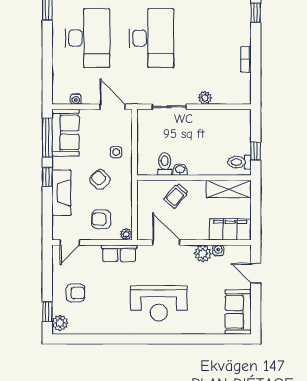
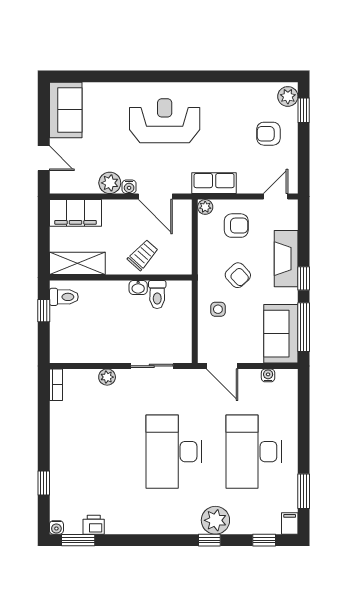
bookcase: (246, 59) -> (56, 385), moved
water cooler: (218, 250) -> (129, 187), moved

